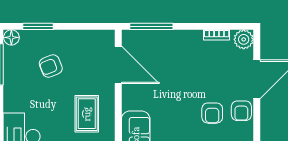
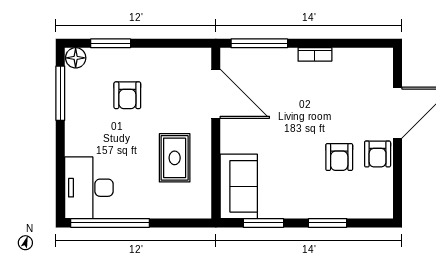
bookcase: (217, 35) -> (315, 54), moved
plant: (244, 39) -> (381, 60), removed
armchair: (51, 66) -> (127, 95), turned -68

